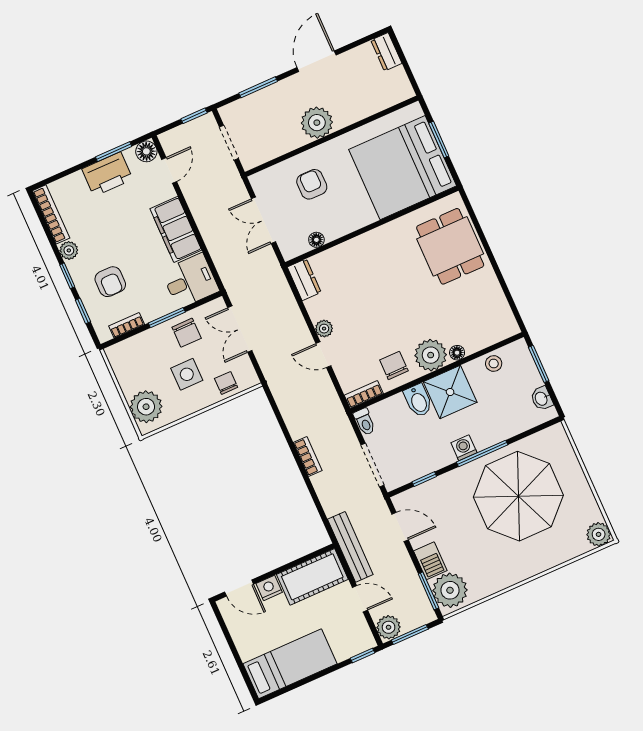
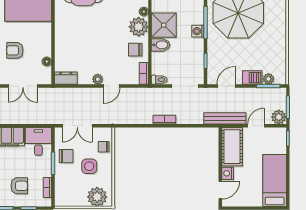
plant: (450, 590) -> (268, 79), width x0.53, depth x0.53

